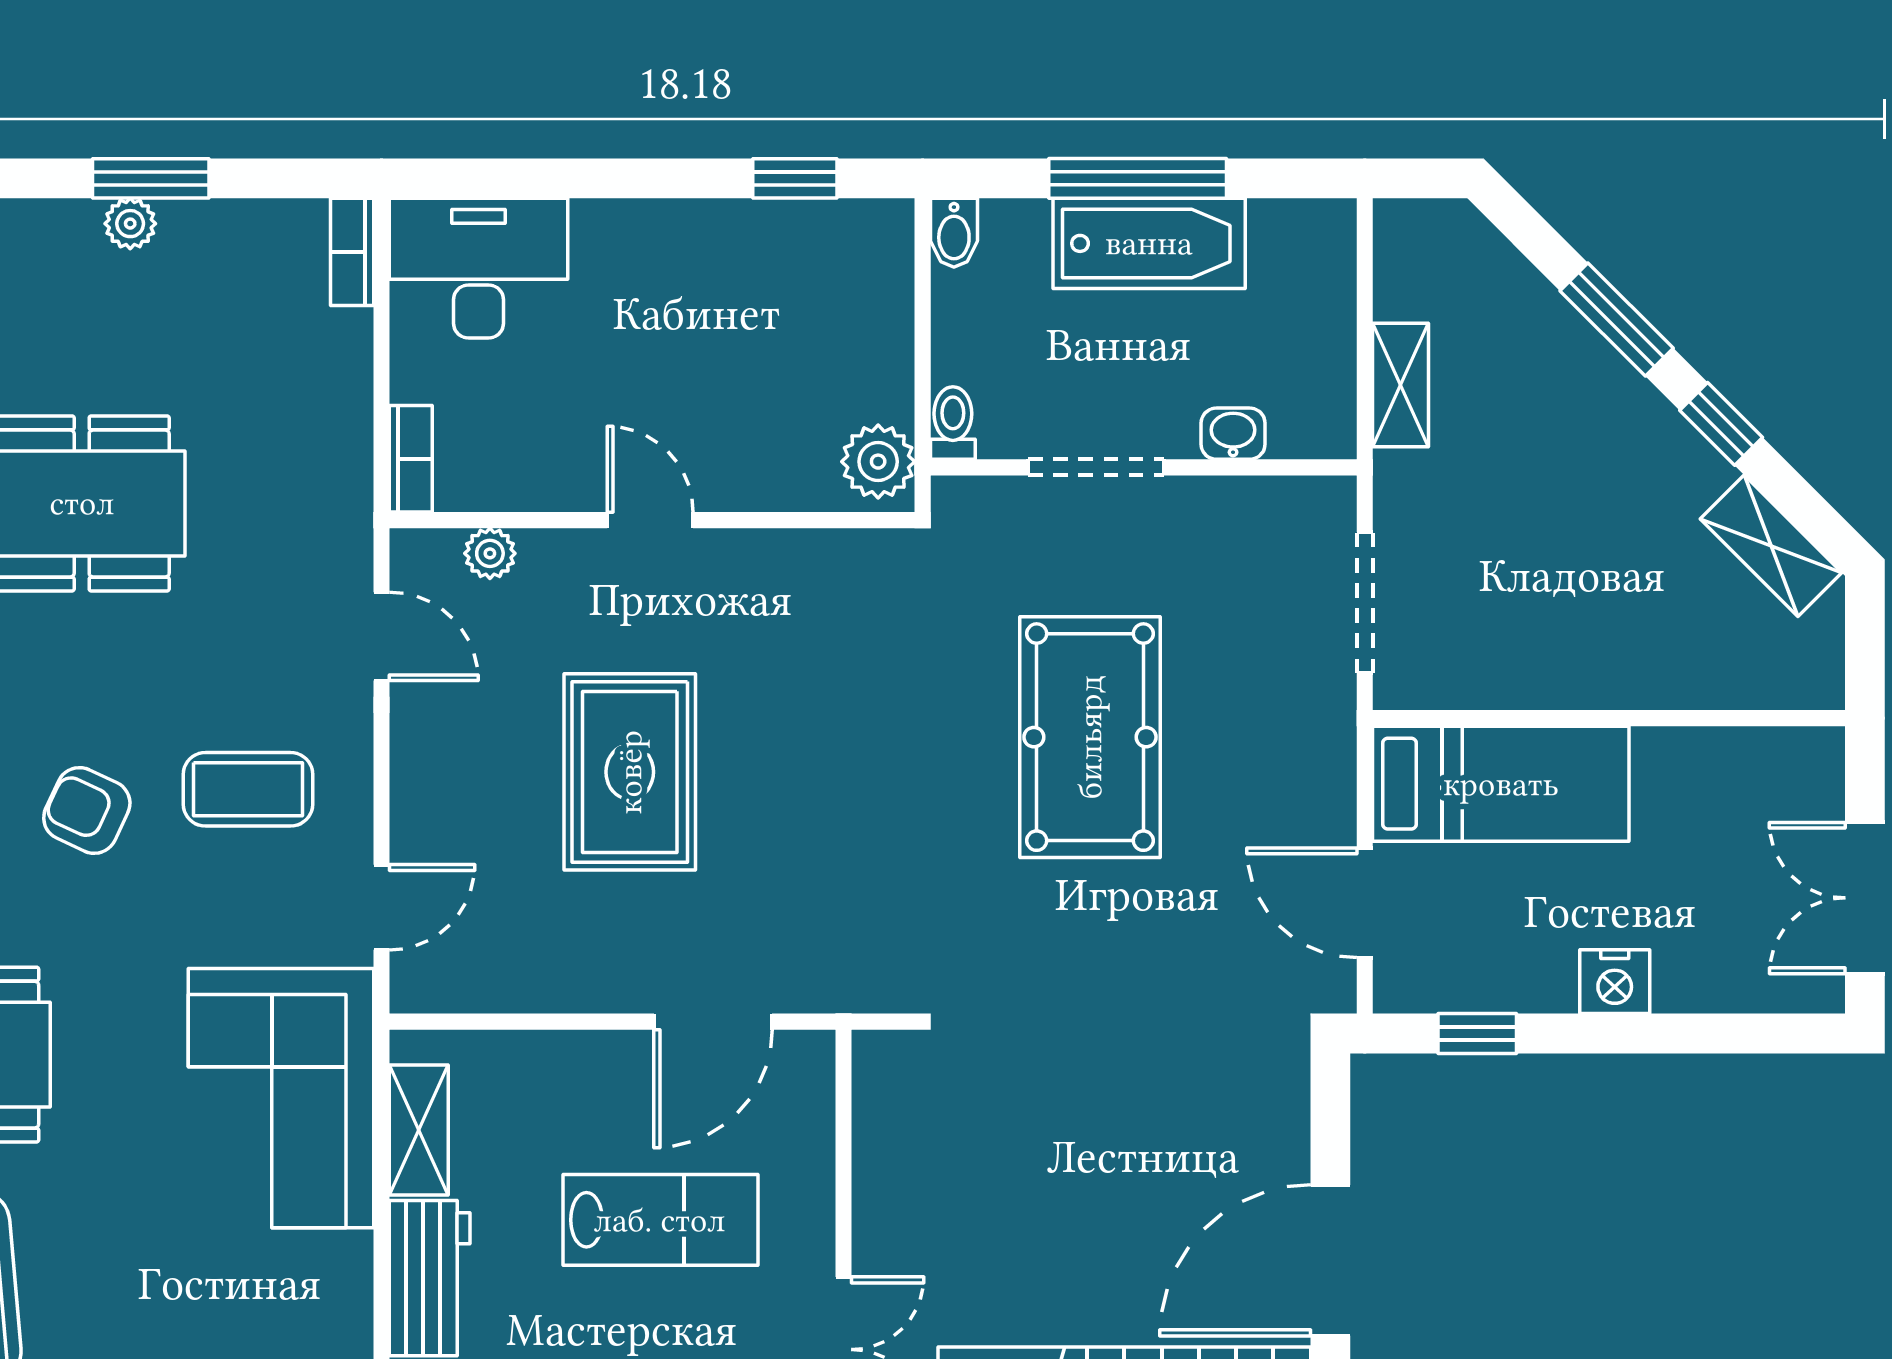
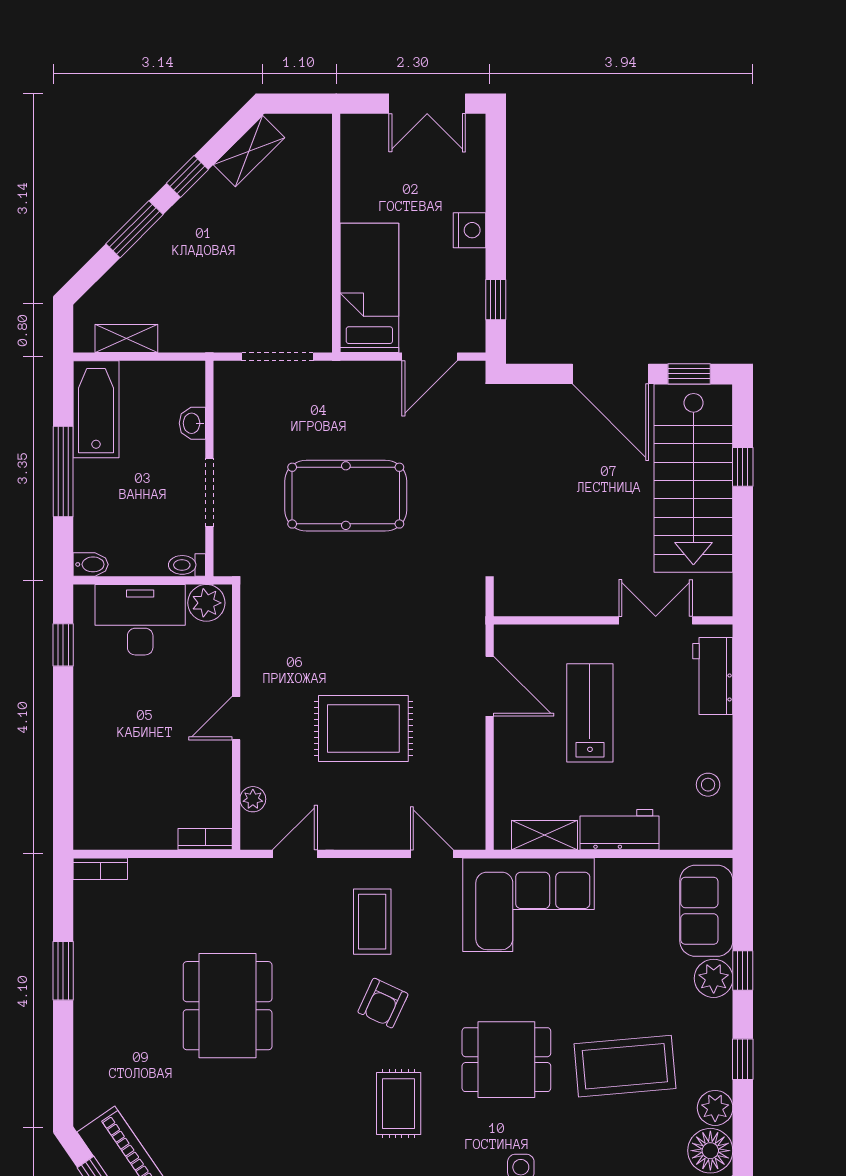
plant: (130, 224) -> (86, 981), removed
bathtub: (1149, 243) -> (96, 409), moved
desk: (479, 268) -> (140, 620), moved, turned 90
shelving: (1400, 385) -> (126, 339), moved

